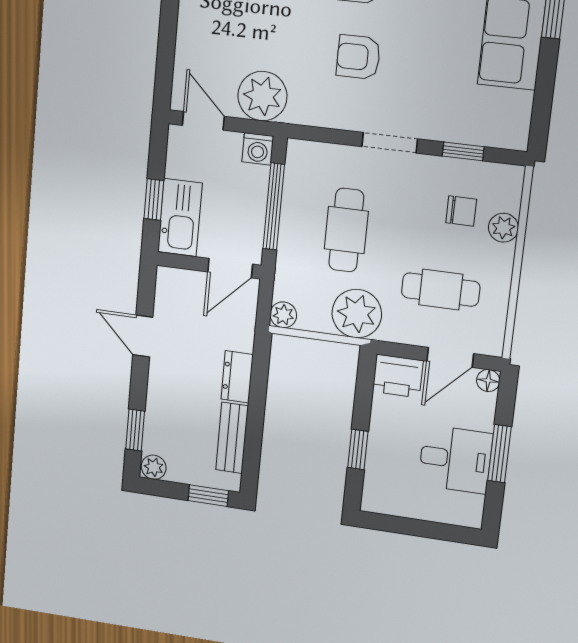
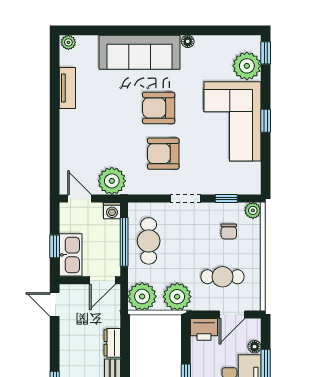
armchair: (358, 57) -> (163, 154), width x1.38, depth x1.38
chair: (461, 211) -> (229, 231), turned 90
plant: (503, 228) -> (253, 210), moved
cafe table: (346, 230) -> (149, 241), moved
plant: (283, 315) -> (142, 296), width x1.88, depth x1.88
door: (143, 336) -> (55, 304), moved
floor lamp: (488, 381) -> (255, 347), moved

